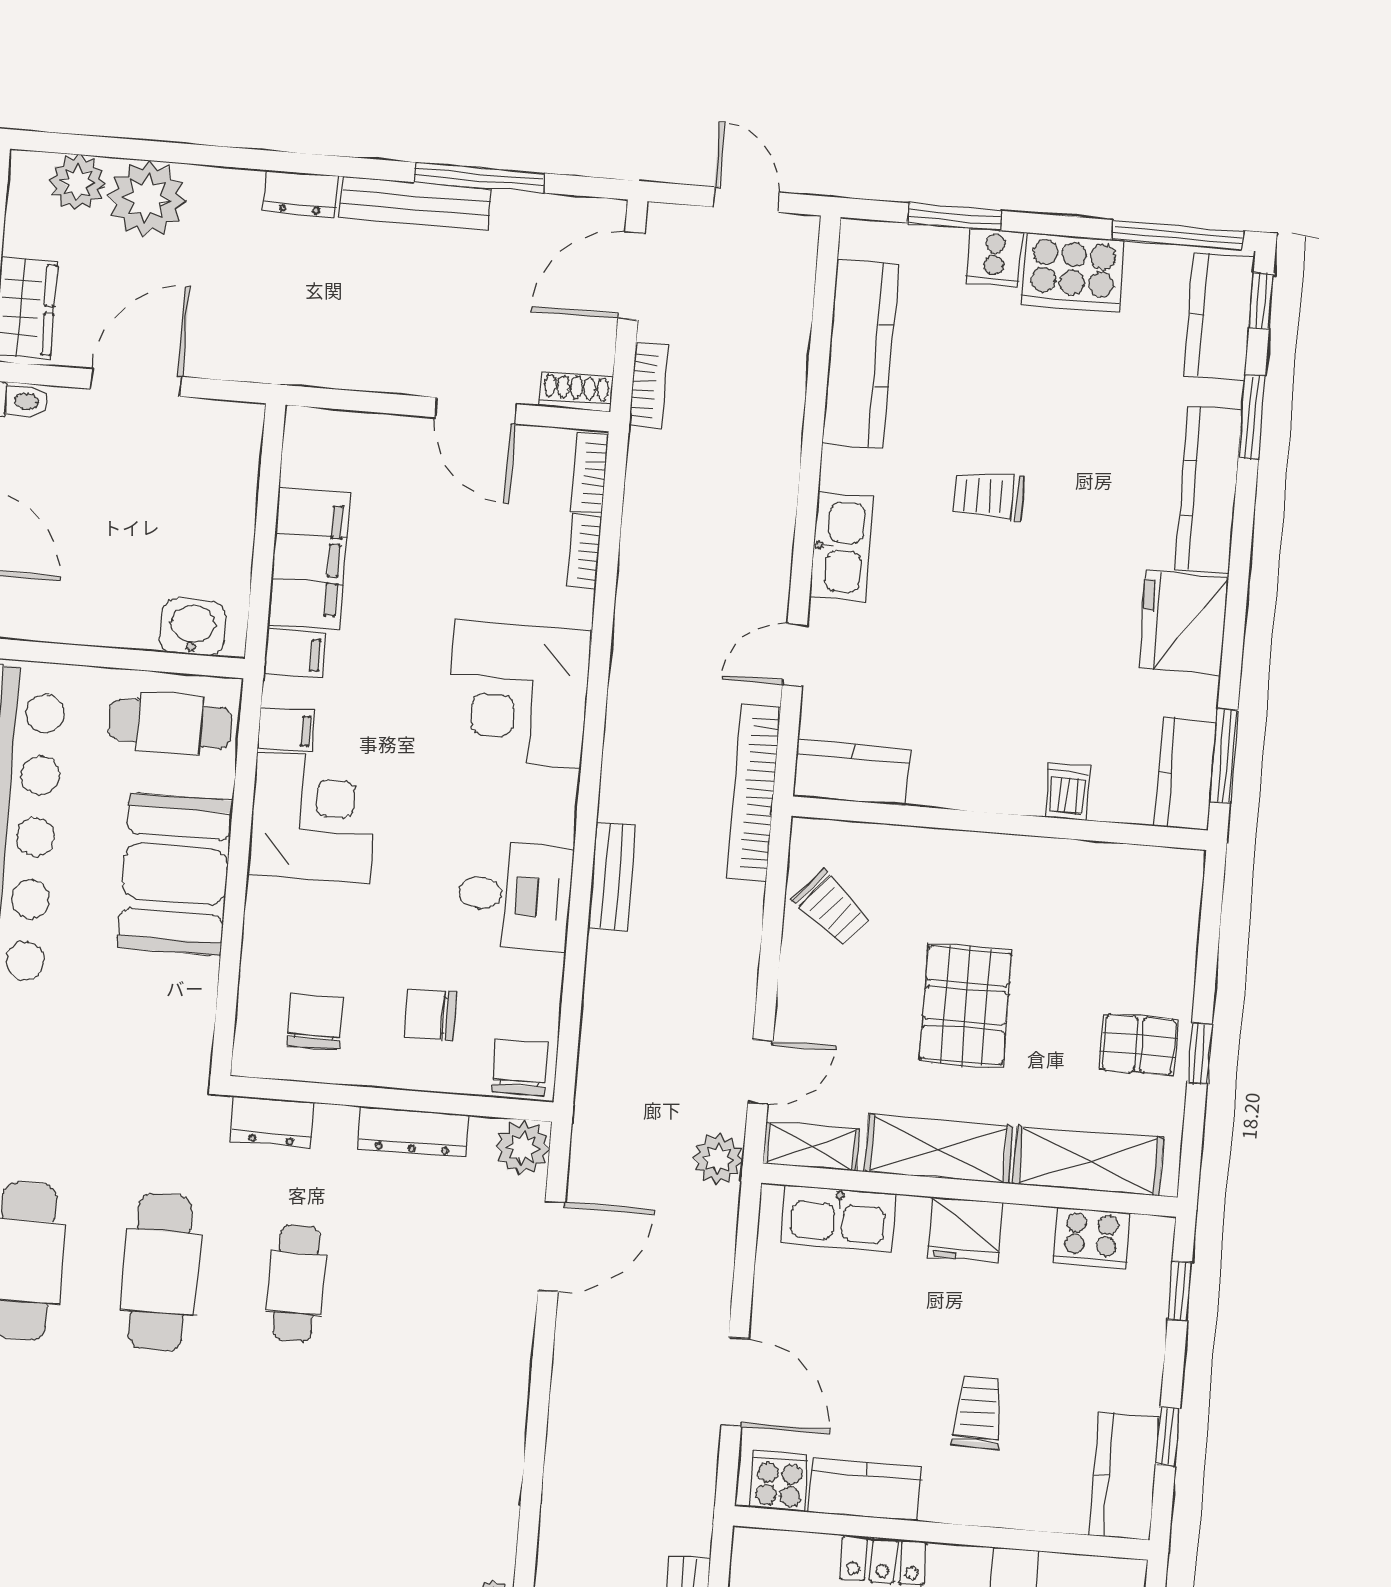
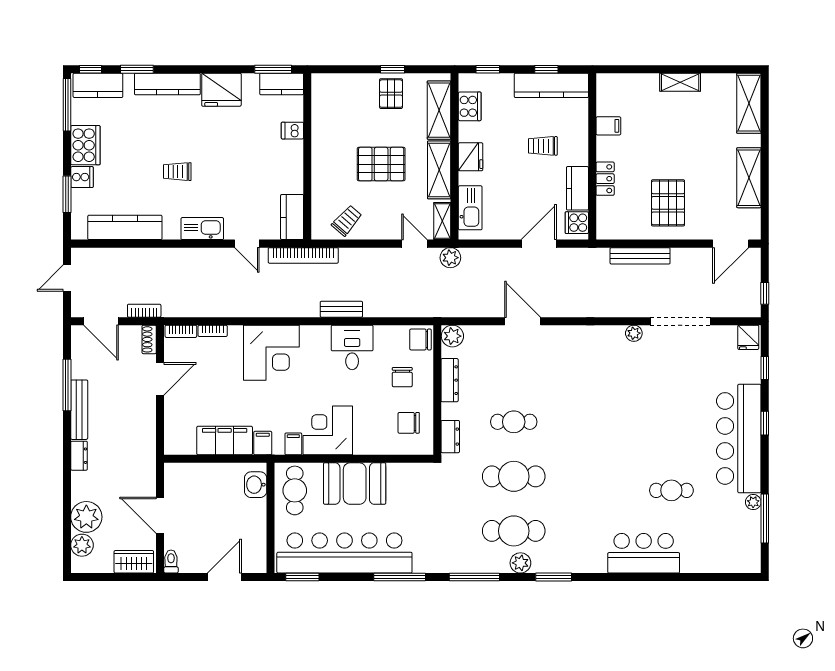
trolley: (988, 496) -> (177, 172), turned 90
door: (552, 1247) -> (523, 321), moved
kitchen counter: (1124, 1476) -> (551, 85), width x1.50

